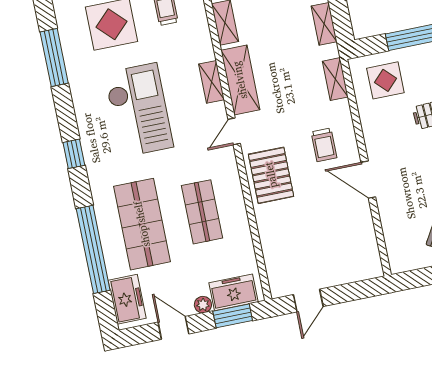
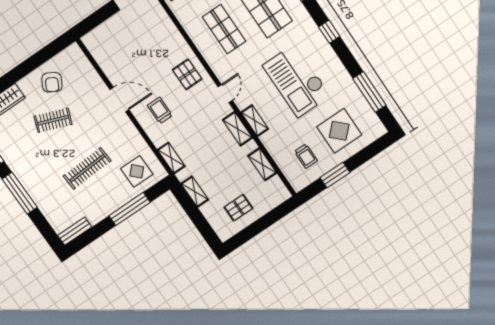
shelving: (240, 80) -> (238, 129), width x0.67, depth x0.75
pallet: (271, 175) -> (187, 74), width x0.67, depth x0.71

